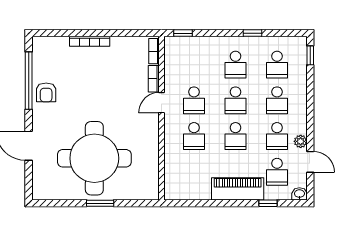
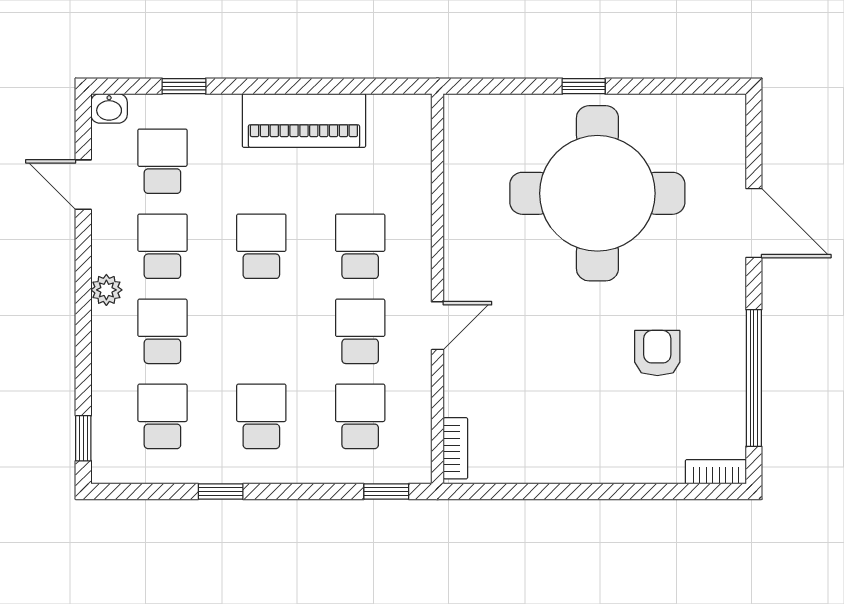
bookcase: (90, 41) -> (716, 472), moved, width x0.64
bookcase: (154, 79) -> (456, 383), removed
armchair: (46, 92) -> (657, 353), moved
school desk: (235, 100) -> (360, 416), moved
plant: (301, 141) -> (106, 290), moved
piano: (238, 189) -> (304, 120), moved
window: (100, 203) -> (584, 86), width x0.67

